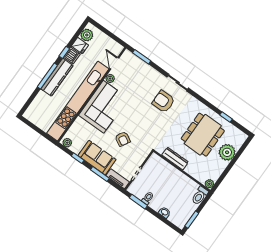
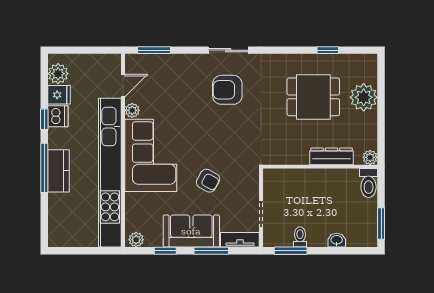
door: (114, 63) -> (123, 86), swing flipped
kitchen counter: (57, 77) -> (58, 171), width x0.67
dining table: (203, 135) -> (313, 97), width x0.73
dresser: (175, 158) -> (332, 156), moved

